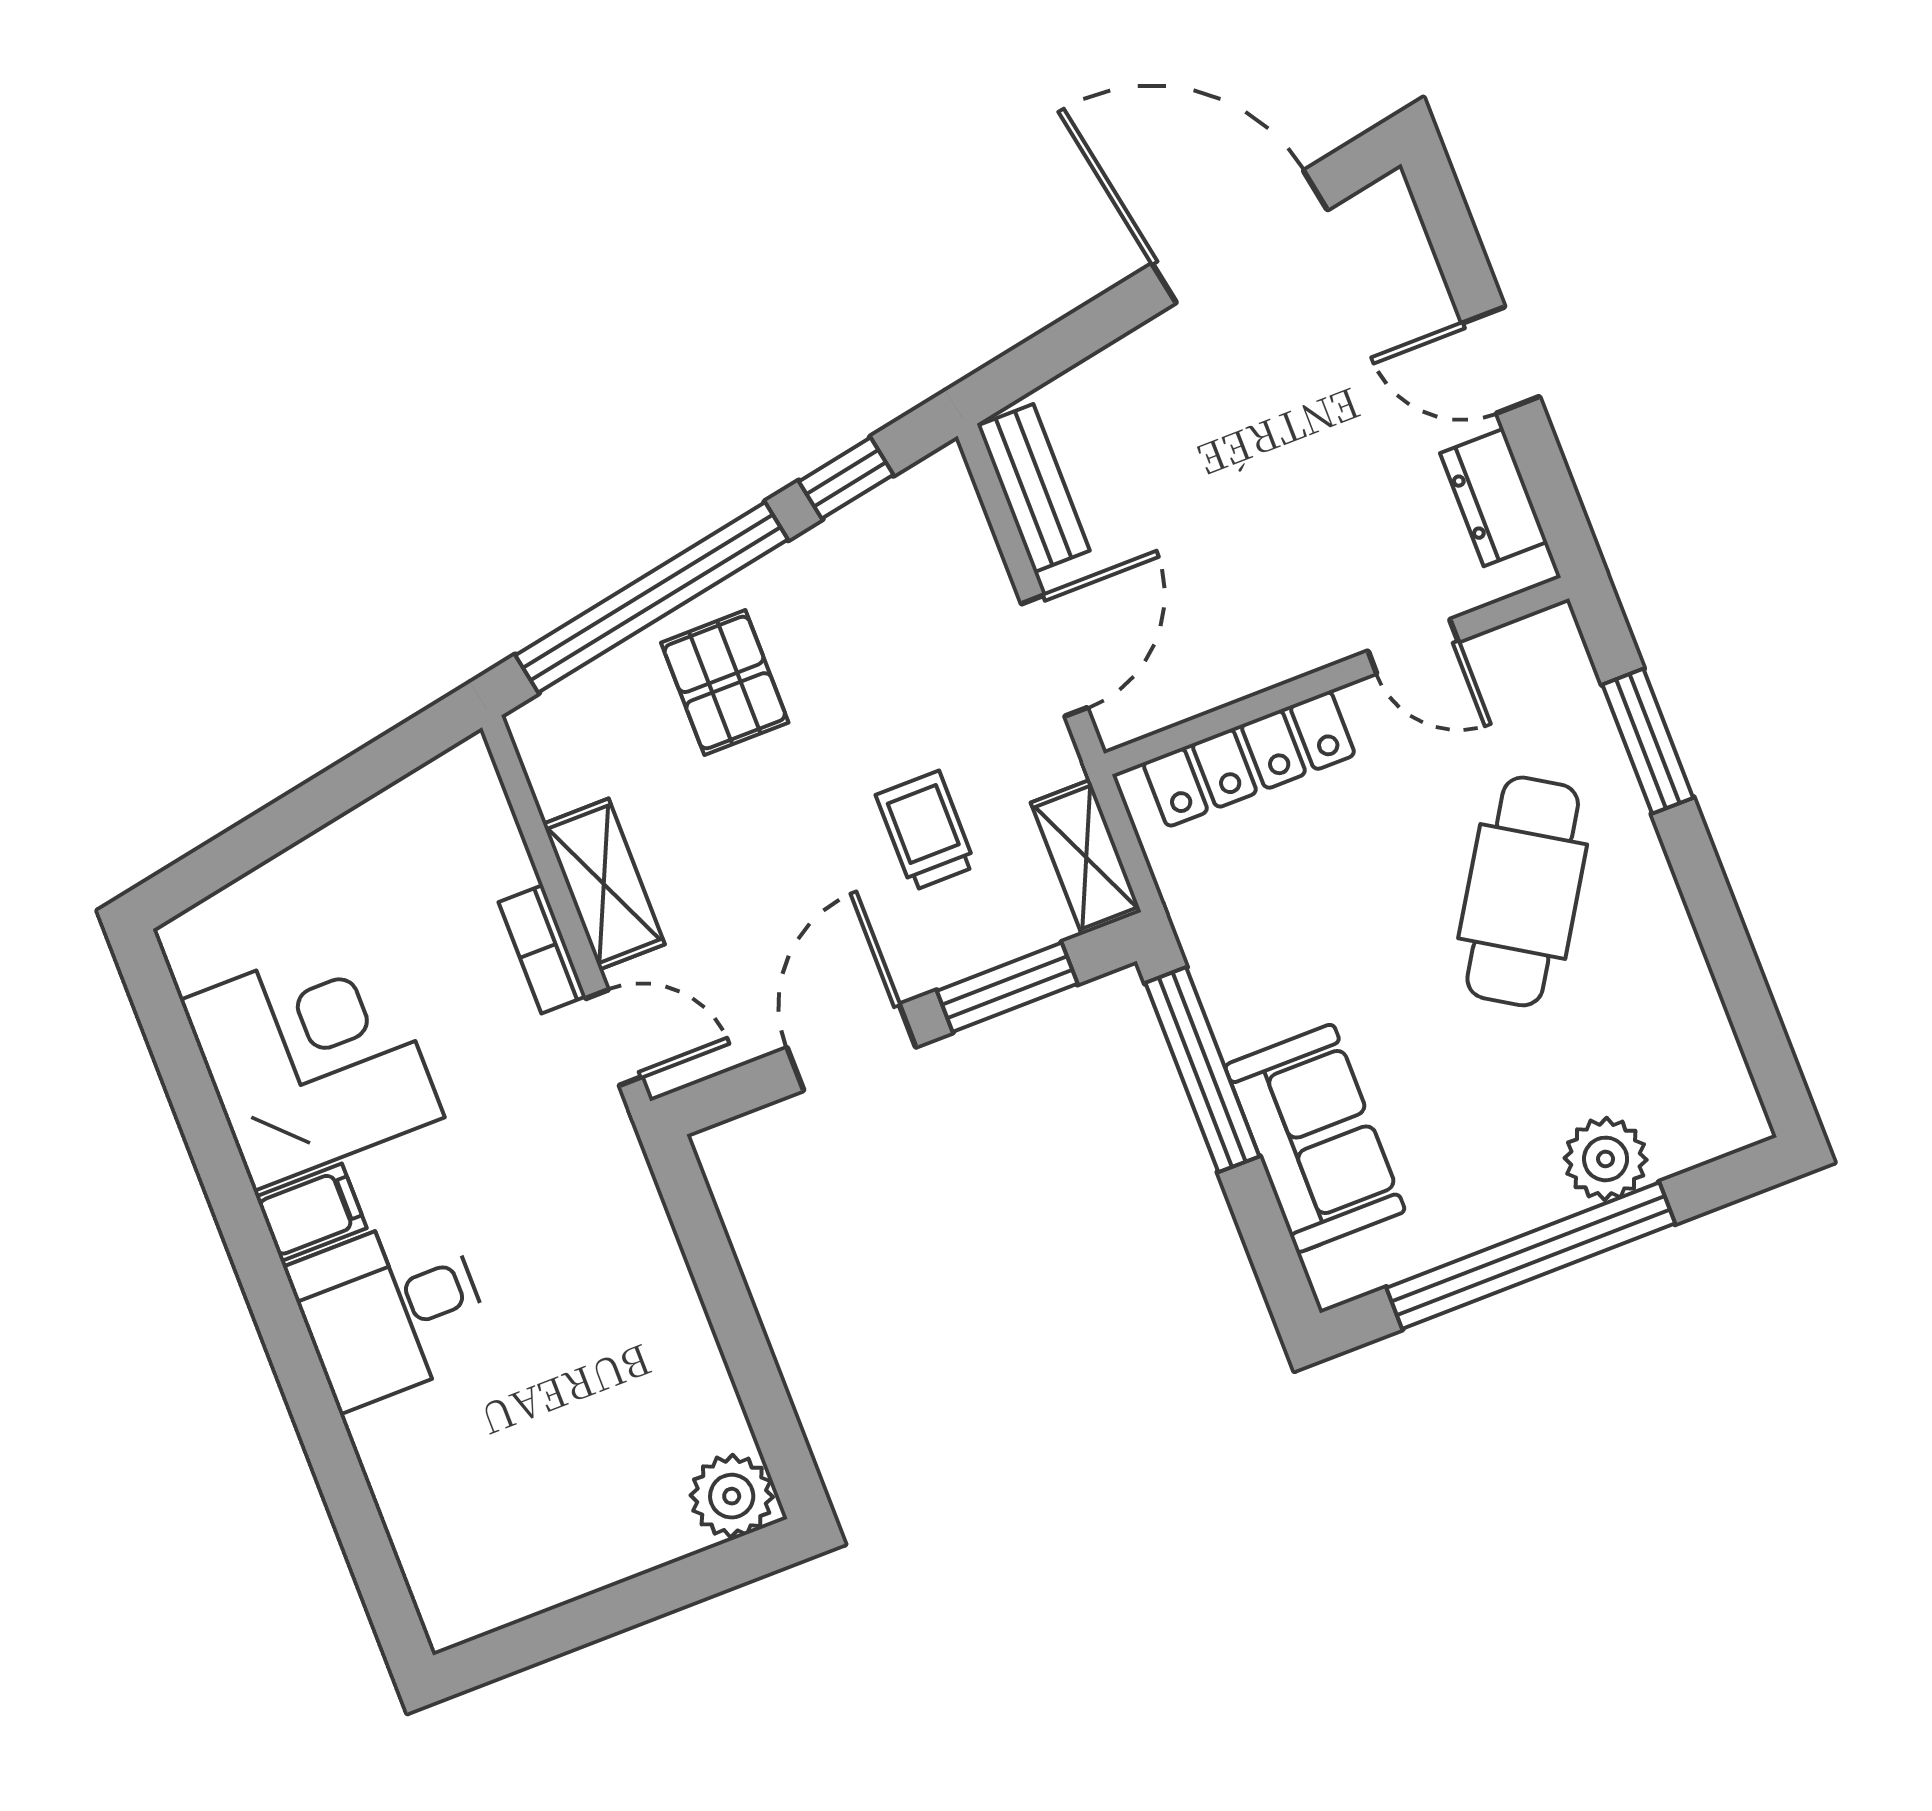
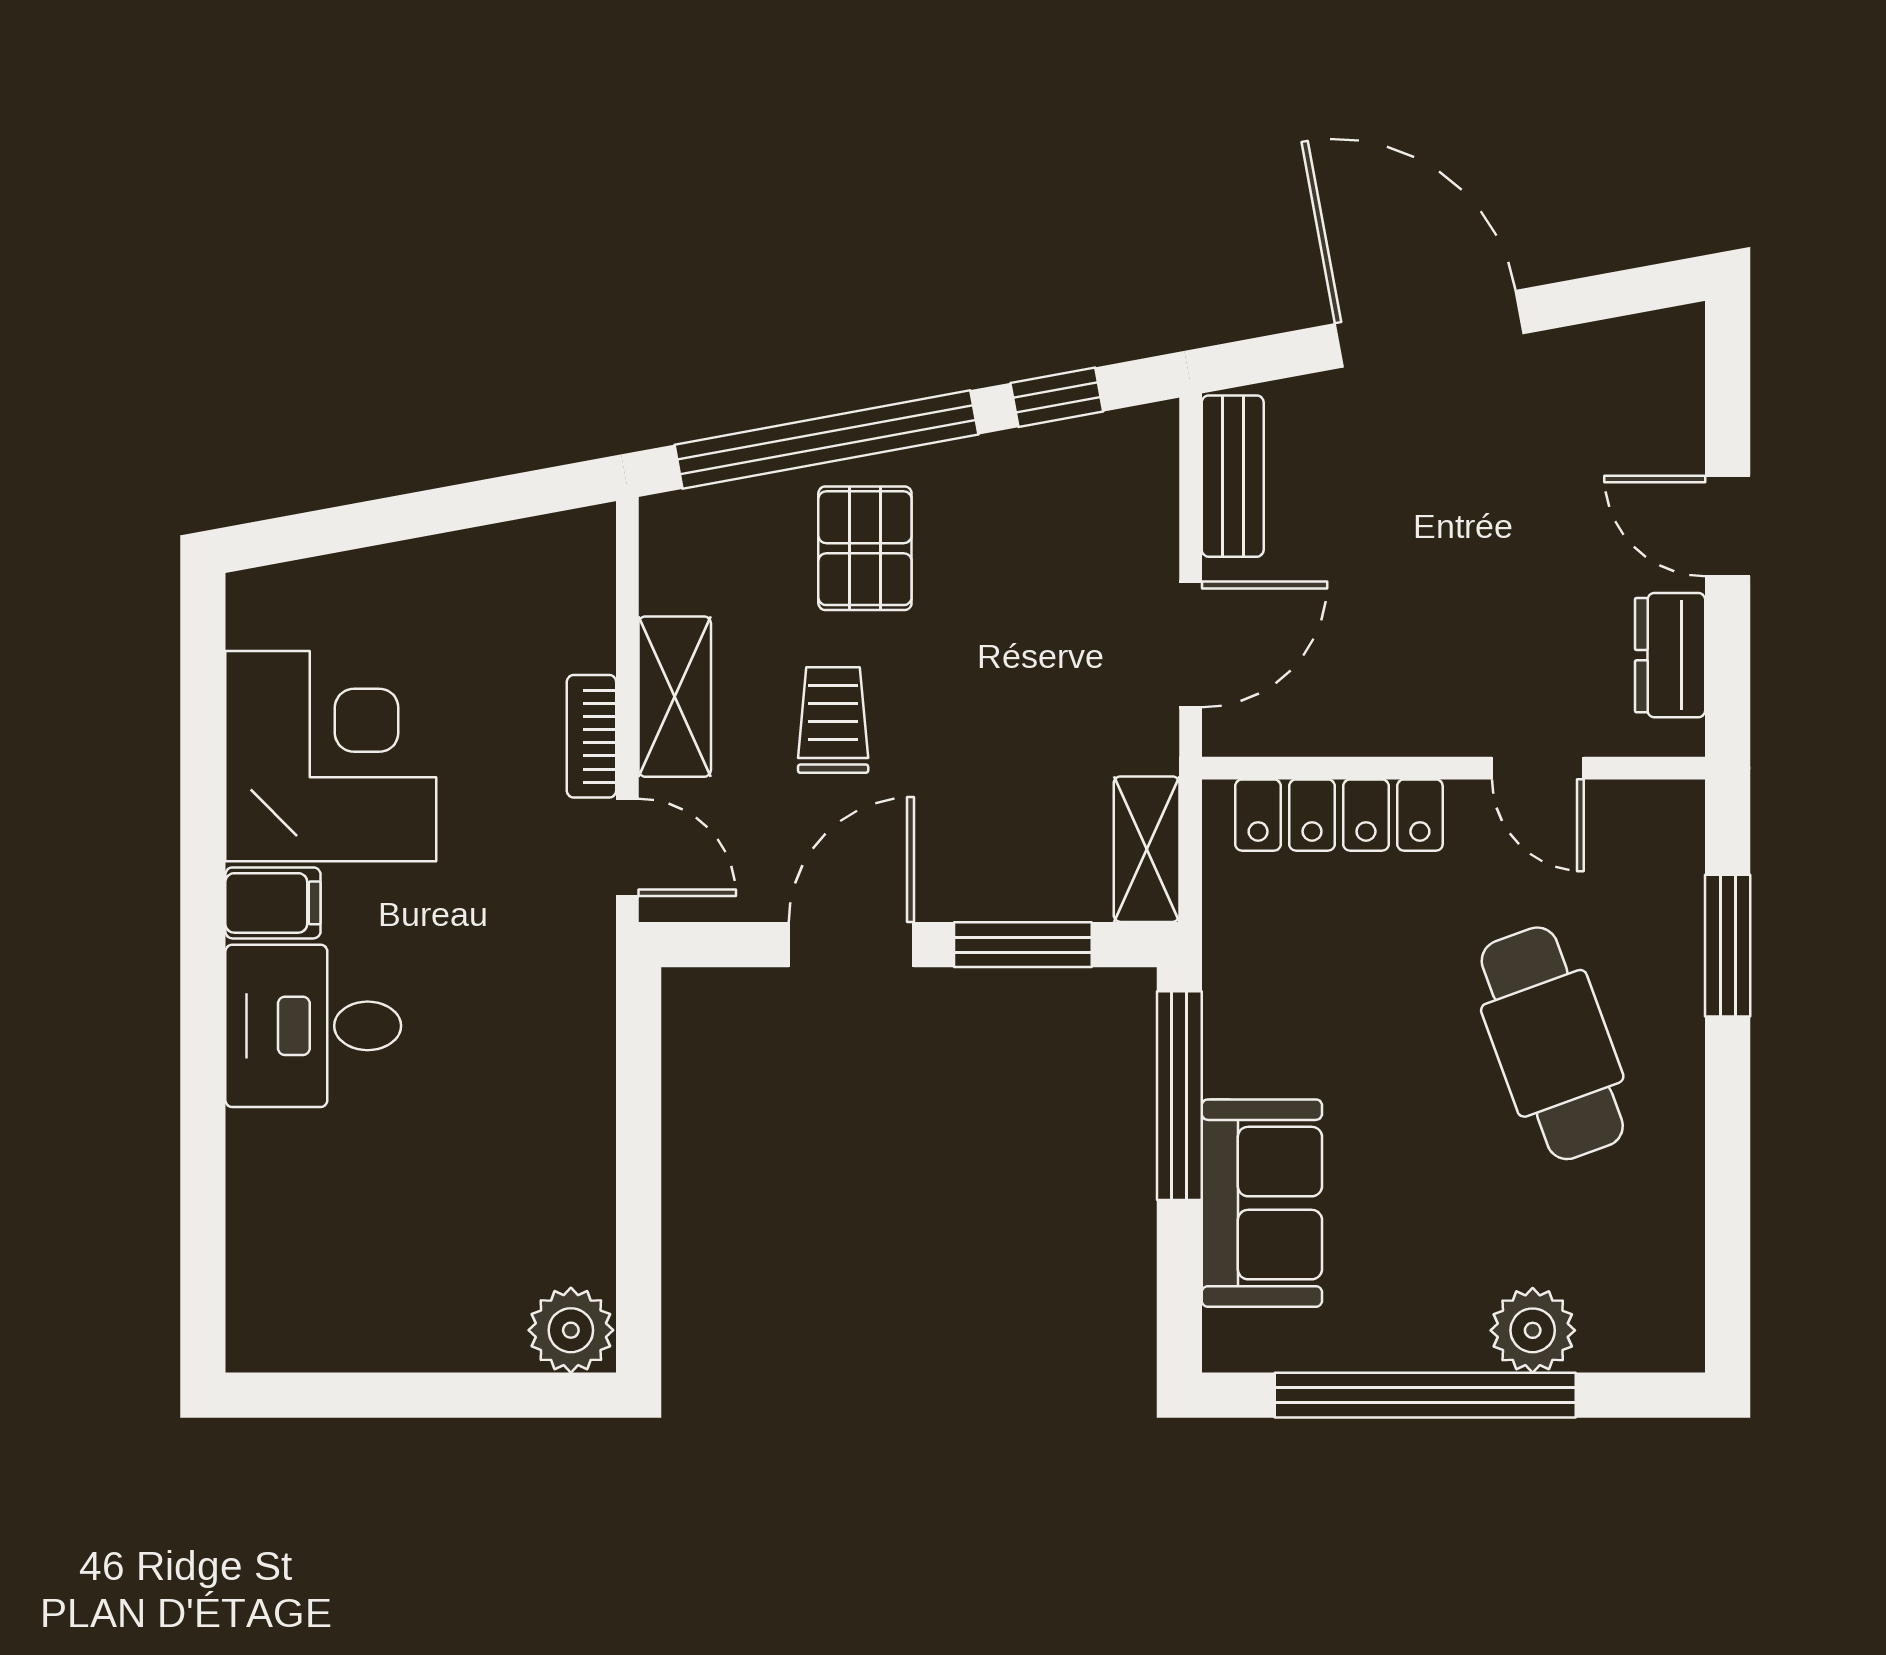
door: (1240, 237) -> (1429, 329), moved
trolley: (926, 831) -> (833, 720), moved
cafe table: (1523, 891) -> (1552, 1043), turned -52

